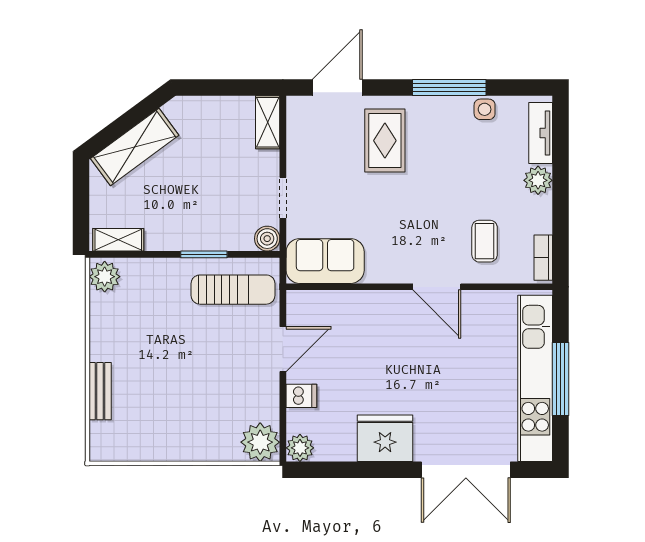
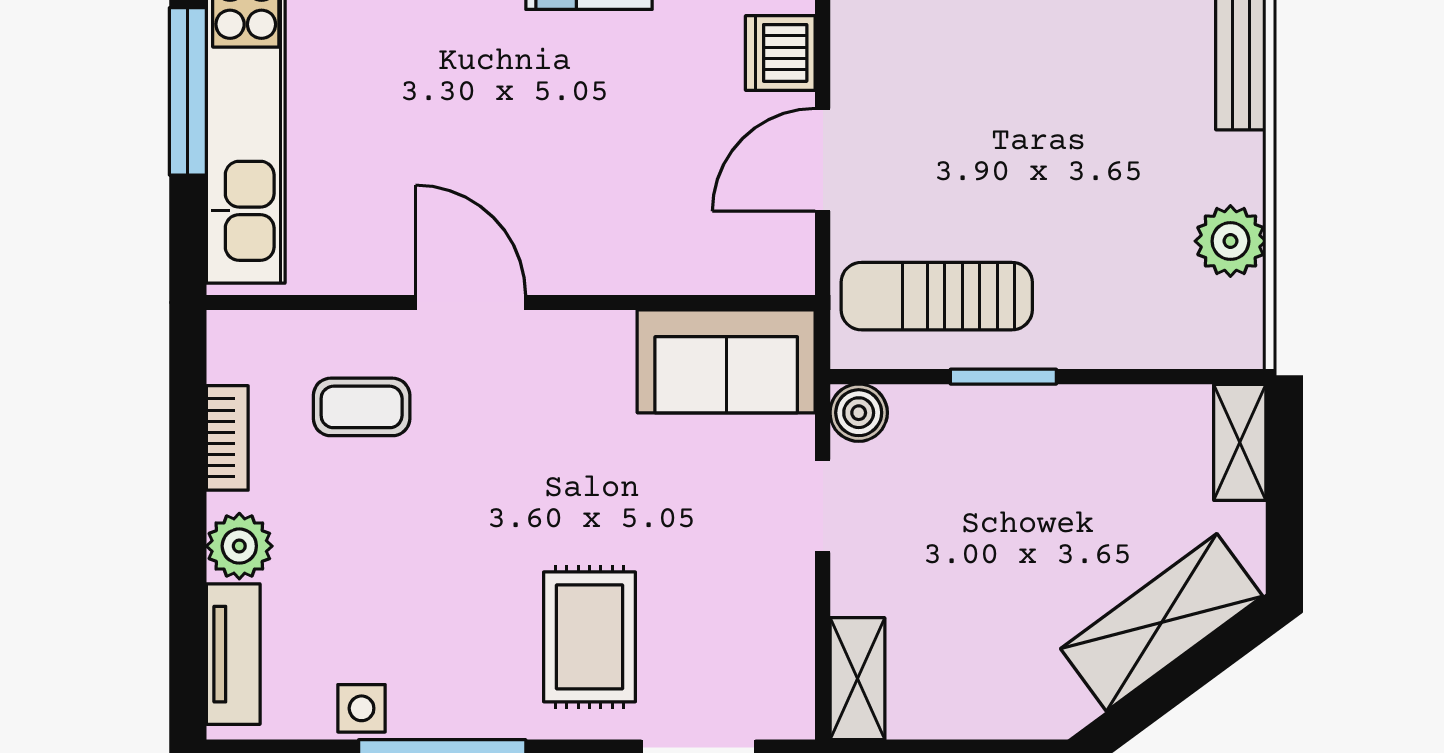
shelving: (118, 240) -> (1240, 442), moved, turned 90
coffee table: (485, 241) -> (362, 407), turned 90
bookcase: (543, 258) -> (227, 438), moved
plant: (105, 277) -> (1230, 241), moved
dishwasher: (301, 396) -> (780, 53), width x1.38

